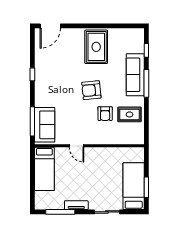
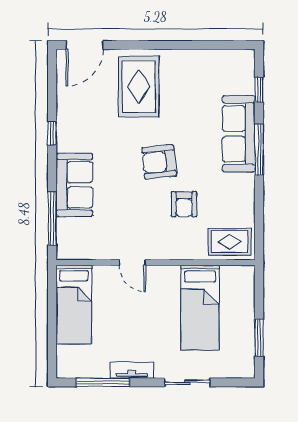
rug: (96, 47) -> (139, 87), moved
rug: (130, 114) -> (230, 242), moved
sofa: (45, 125) -> (74, 185), moved
bed: (134, 186) -> (200, 308), moved, turned 180

